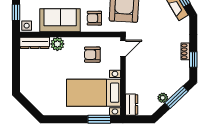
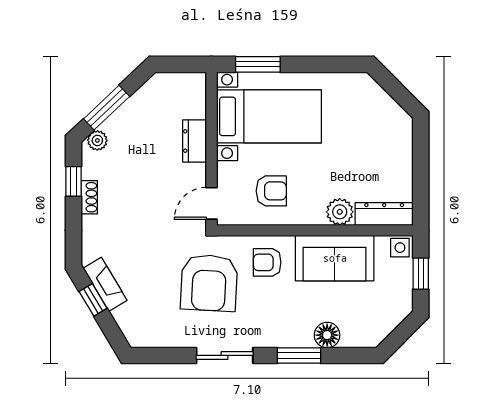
armchair: (94, 18) -> (267, 262), turned 180
plant: (163, 98) -> (97, 140), moved
dresser: (132, 105) -> (194, 141), moved

